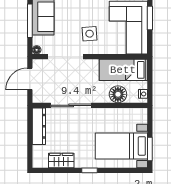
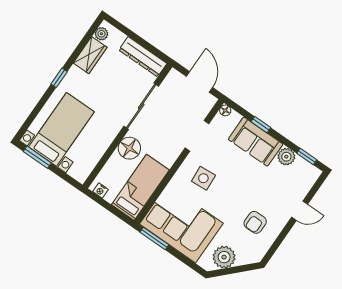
window: (150, 18) -> (154, 239), moved
window: (30, 21) -> (261, 125), width x0.46
doorway: (65, 57) -> (197, 136), width x0.73
floor lamp: (118, 94) -> (129, 148), moved
plant: (43, 163) -> (101, 34), added

